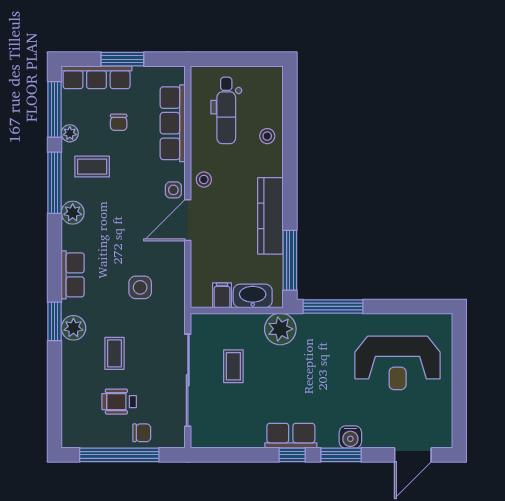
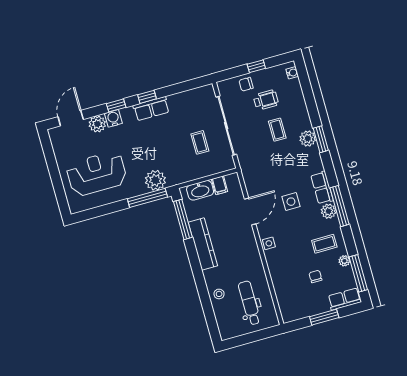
row of seats: (97, 77) -> (345, 299), width x0.68
row of seats: (173, 123) -> (281, 285), removed
stool: (204, 180) -> (251, 255), removed
window: (55, 183) -> (339, 206), moved
door: (188, 220) -> (250, 211), moved
row of seats: (73, 275) -> (322, 188), moved
side table: (140, 287) -> (291, 202), moved
plant: (280, 329) -> (155, 180), moved
water cooler: (69, 431) -> (292, 73), added
plant: (376, 435) -> (97, 124), added
window: (119, 455) -> (256, 66), width x0.32
window: (341, 455) -> (116, 105), width x0.67

